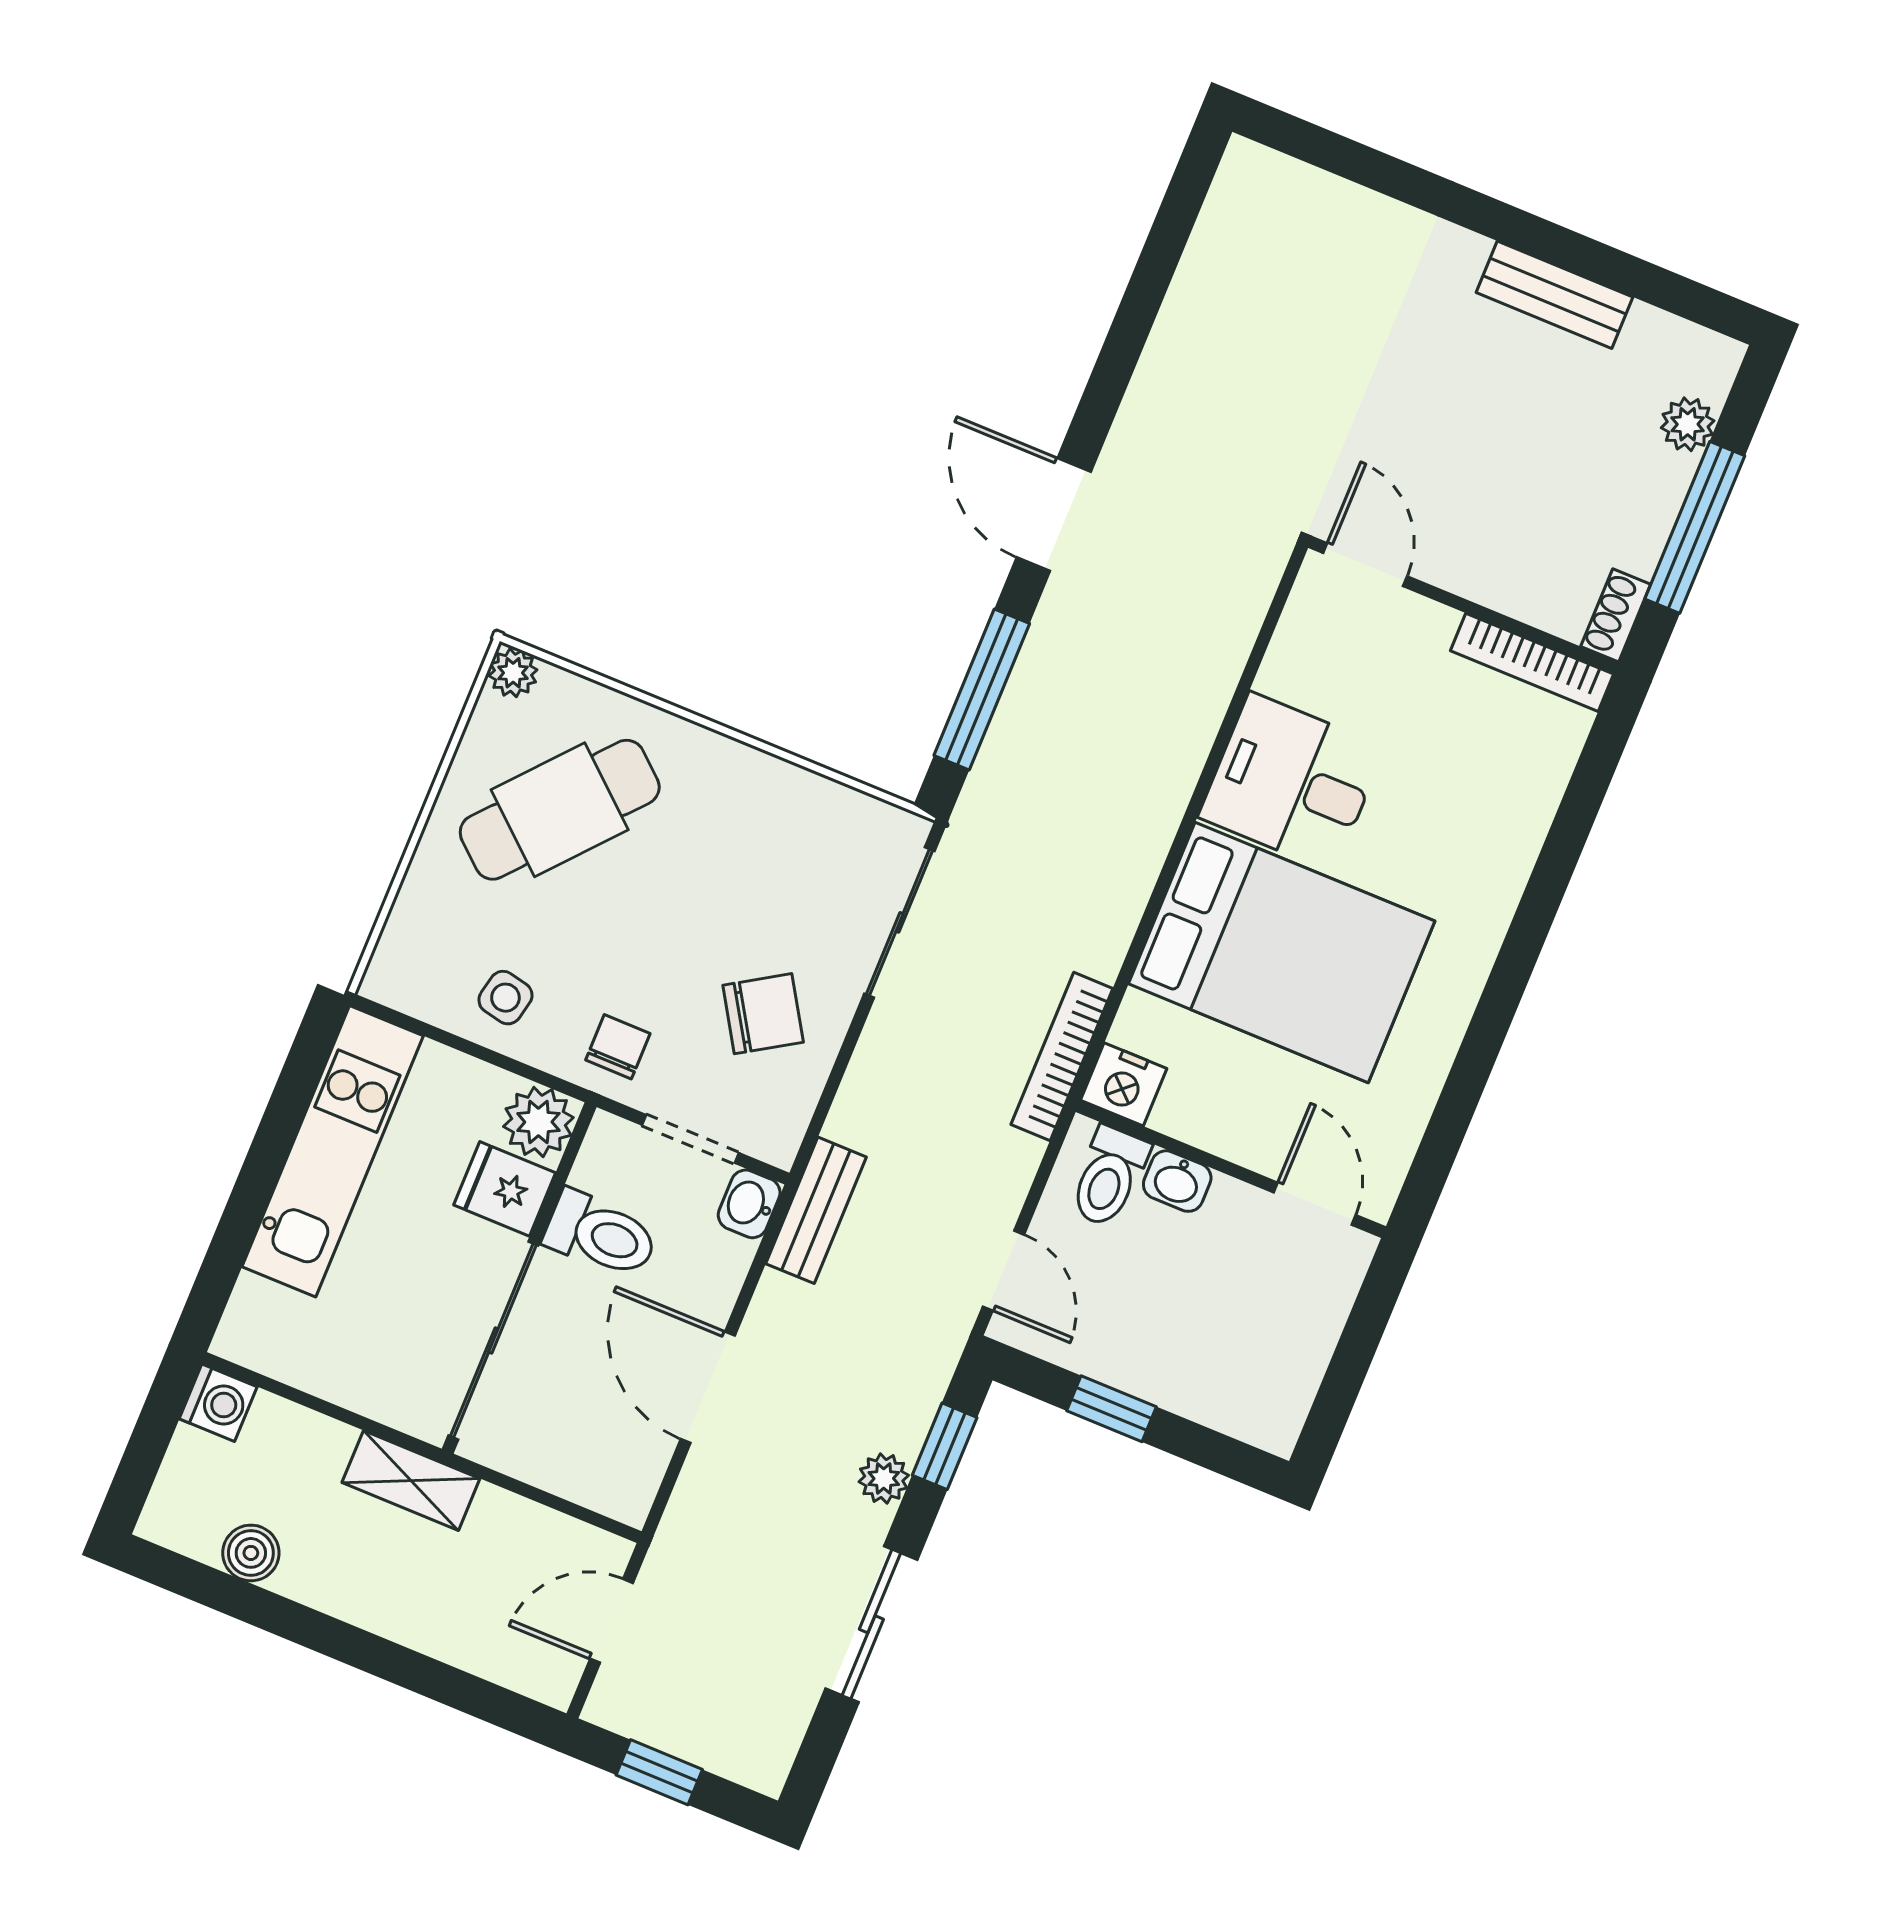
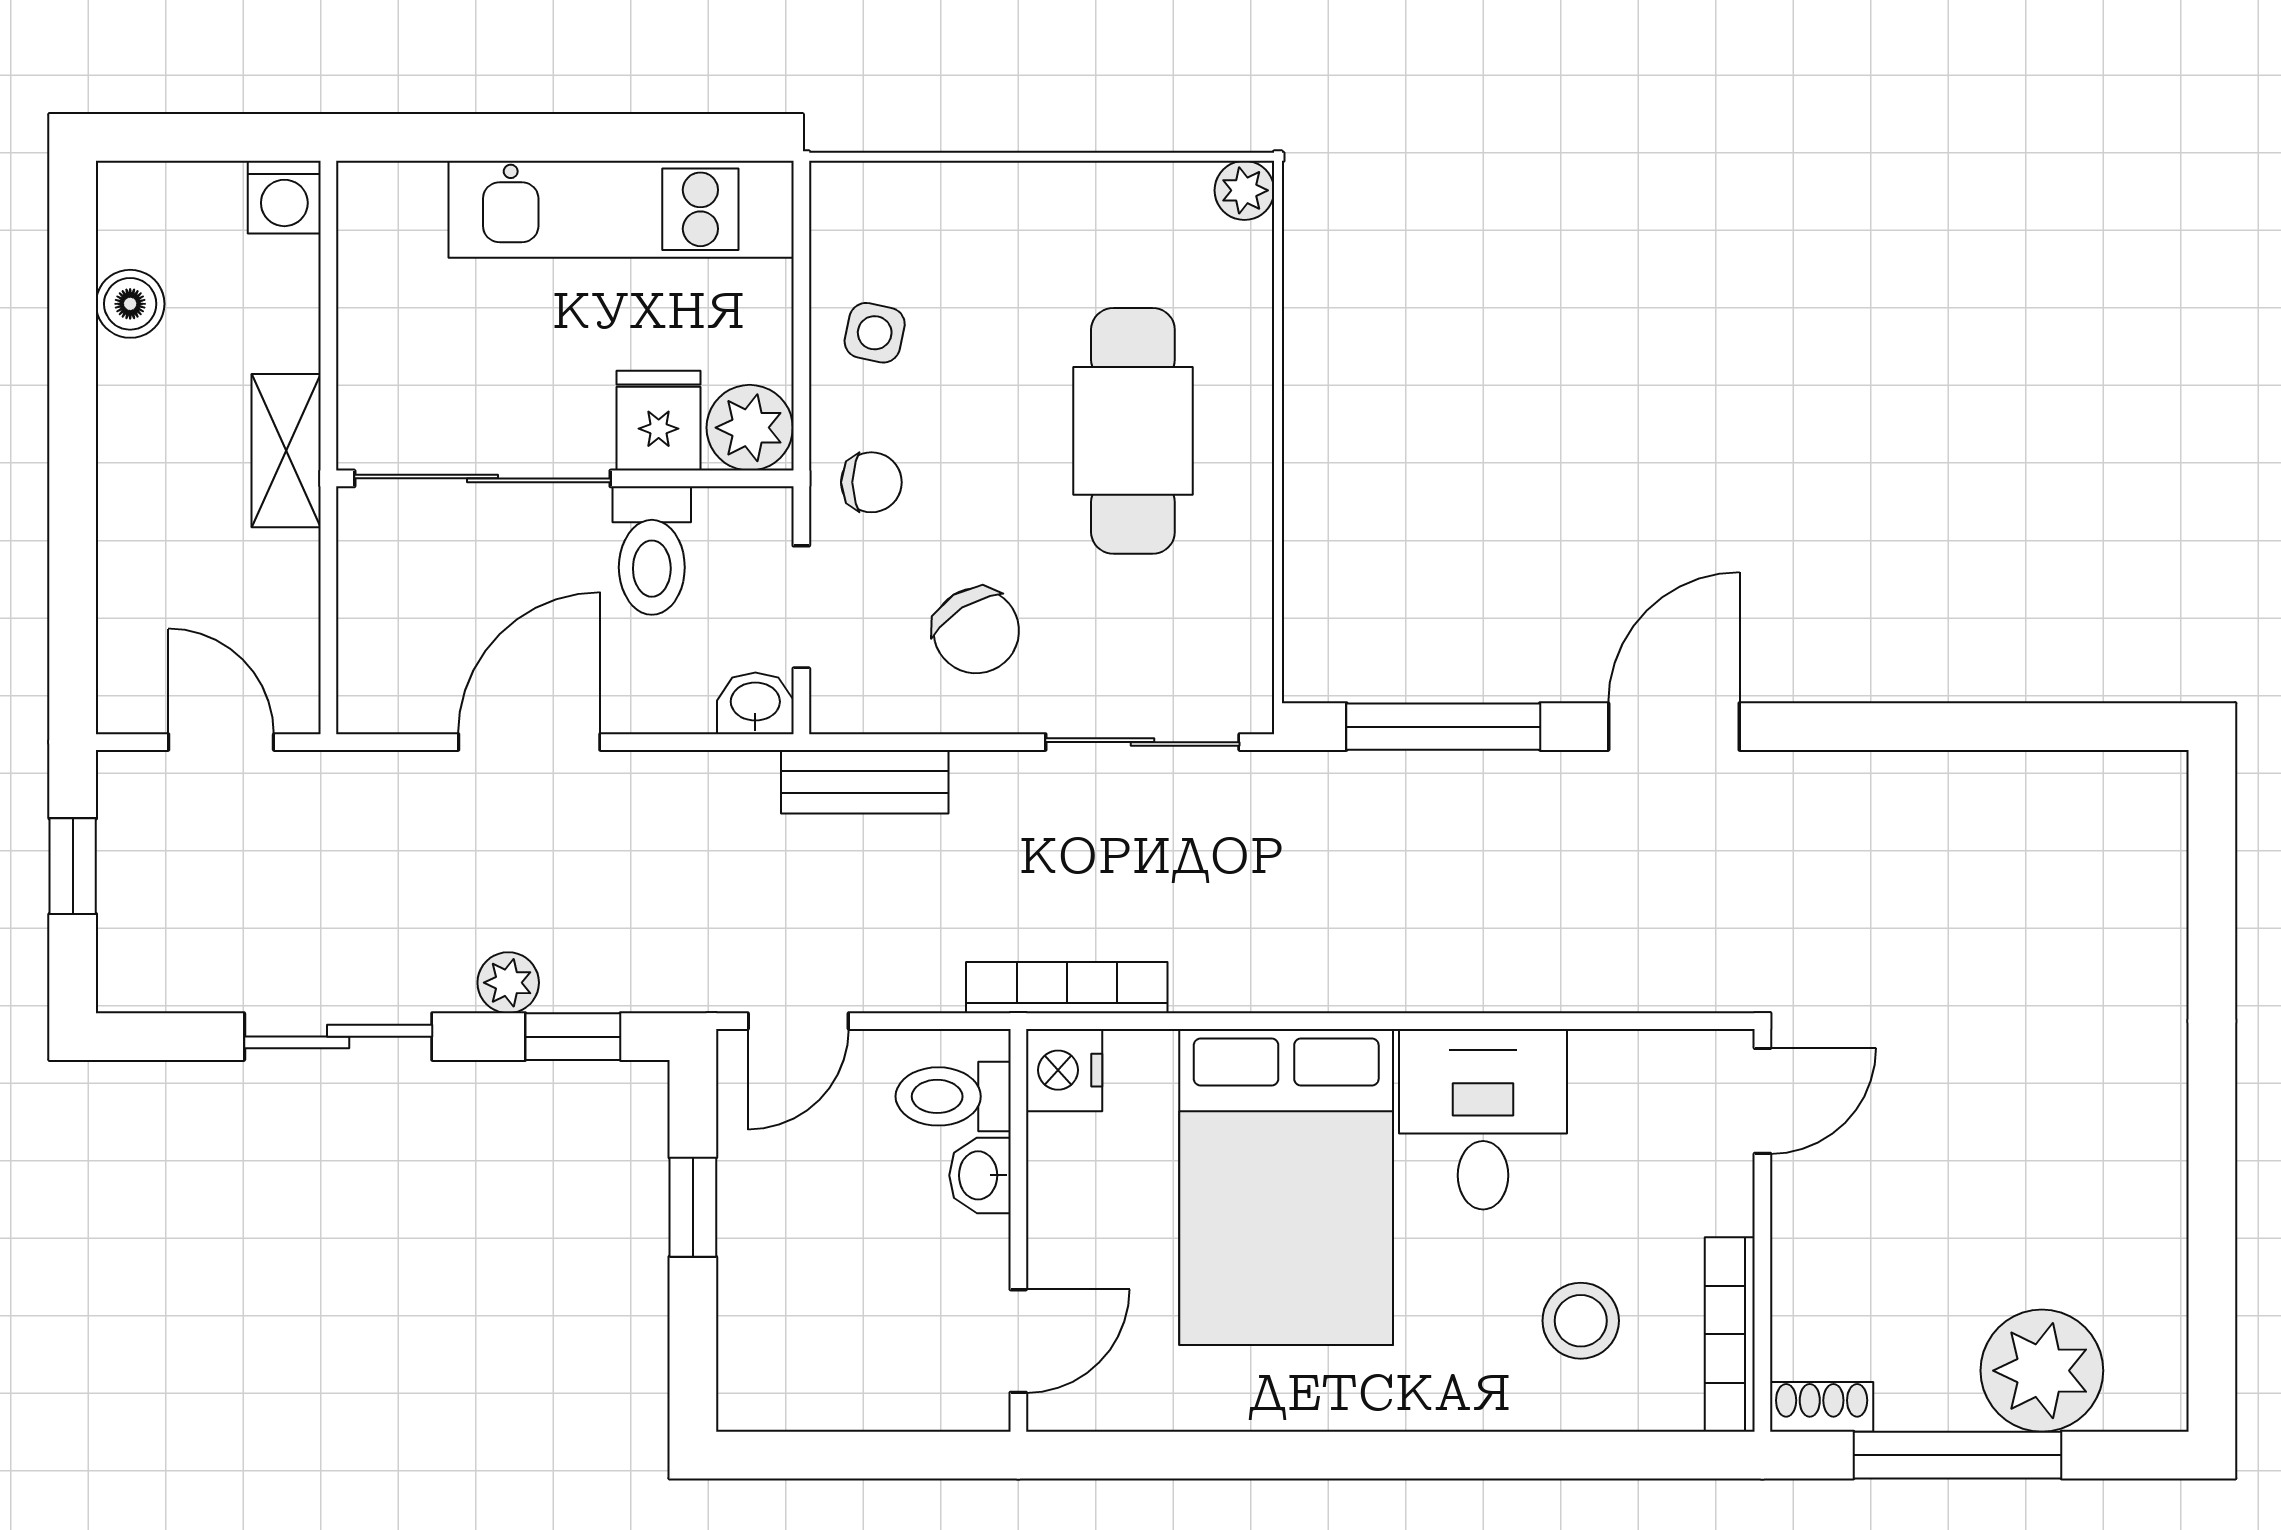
bench: (1554, 295) -> (2155, 1189), removed
plant: (1688, 424) -> (2042, 1371), width x1.88, depth x1.88
stool: (1475, 771) -> (1581, 1321), added
cafe table: (560, 810) -> (1133, 431), moved, turned 49
bench: (816, 1210) -> (865, 782), moved

